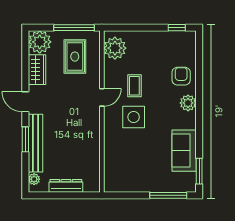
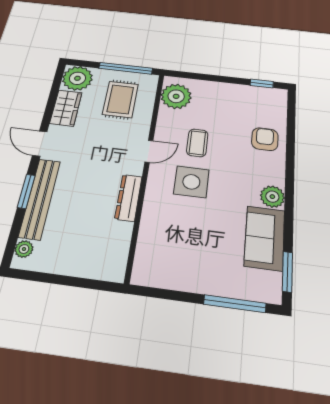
plant: (188, 103) -> (272, 197), moved
dresser: (66, 186) -> (128, 198), moved, turned -90

